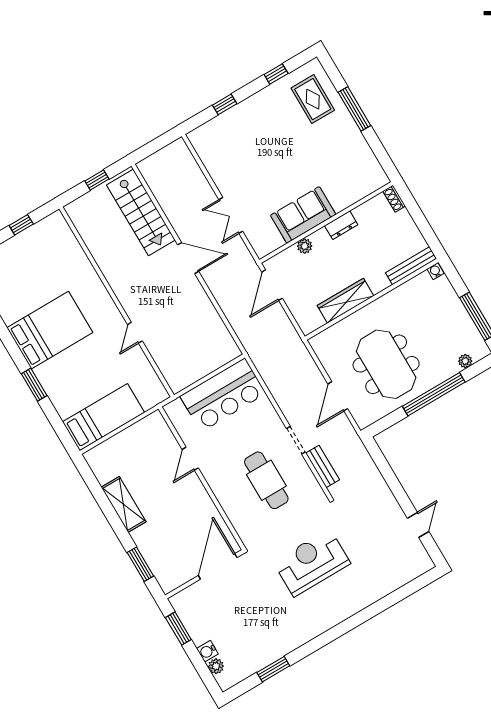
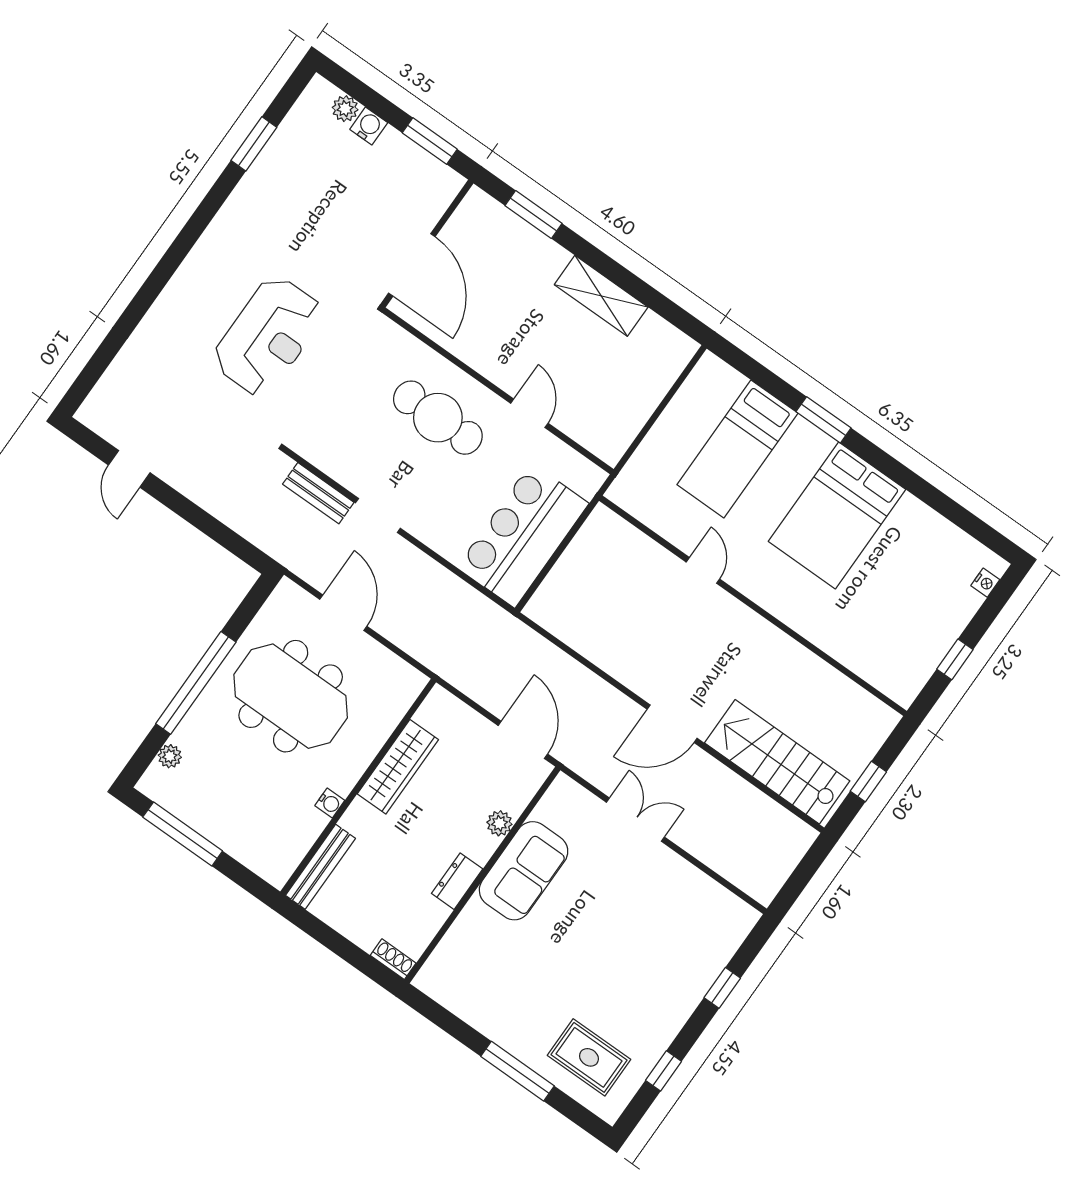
water cooler: (435, 271) -> (330, 803), moved
bed: (103, 417) -> (737, 449), moved
cafe table: (266, 480) -> (438, 418), moved

